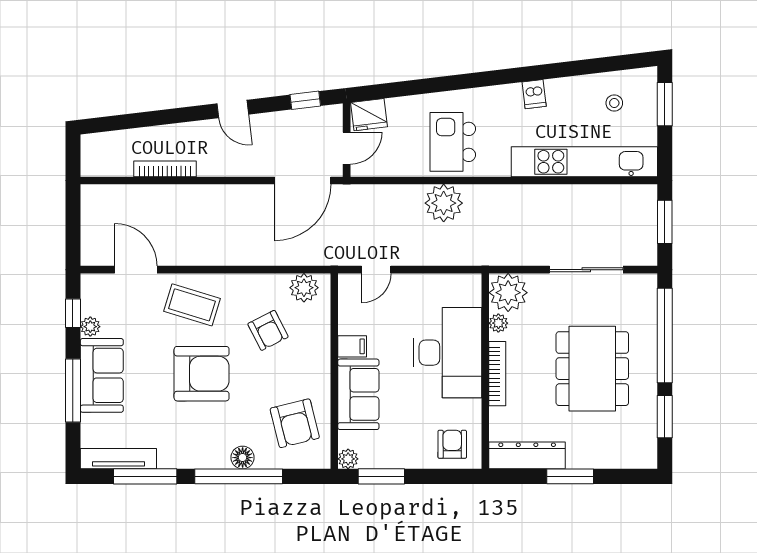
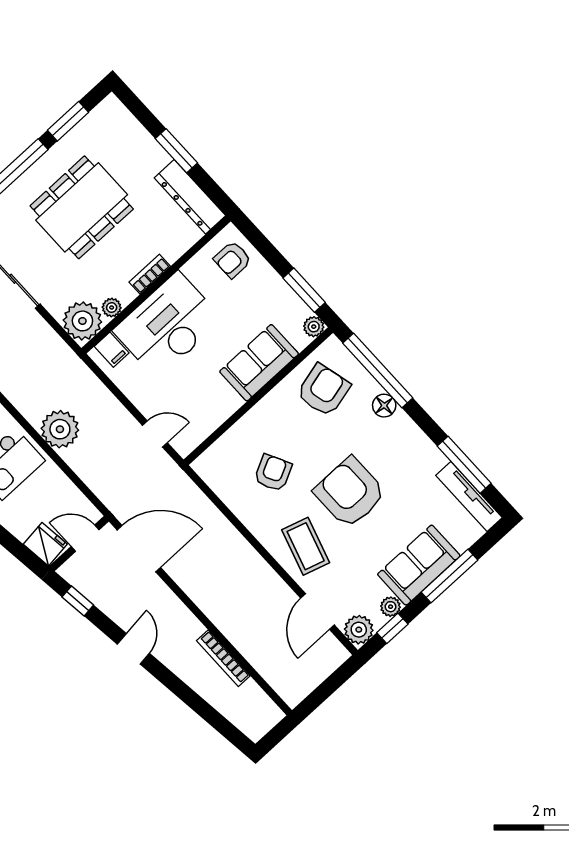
plant: (304, 288) -> (359, 630), moved
filing cabinet: (352, 346) -> (112, 350), moved, turned 180
bookcase: (497, 374) -> (150, 274), width x0.64
window: (239, 476) -> (378, 370), moved

